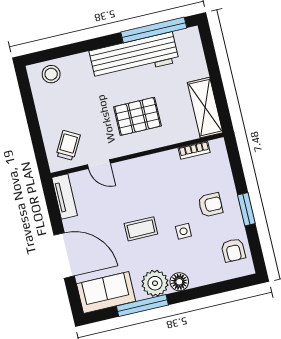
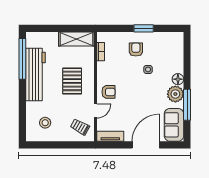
stool: (51, 74) -> (45, 123), moved
coffee table: (141, 229) -> (141, 95), removed
armchair: (233, 250) -> (108, 92), moved

